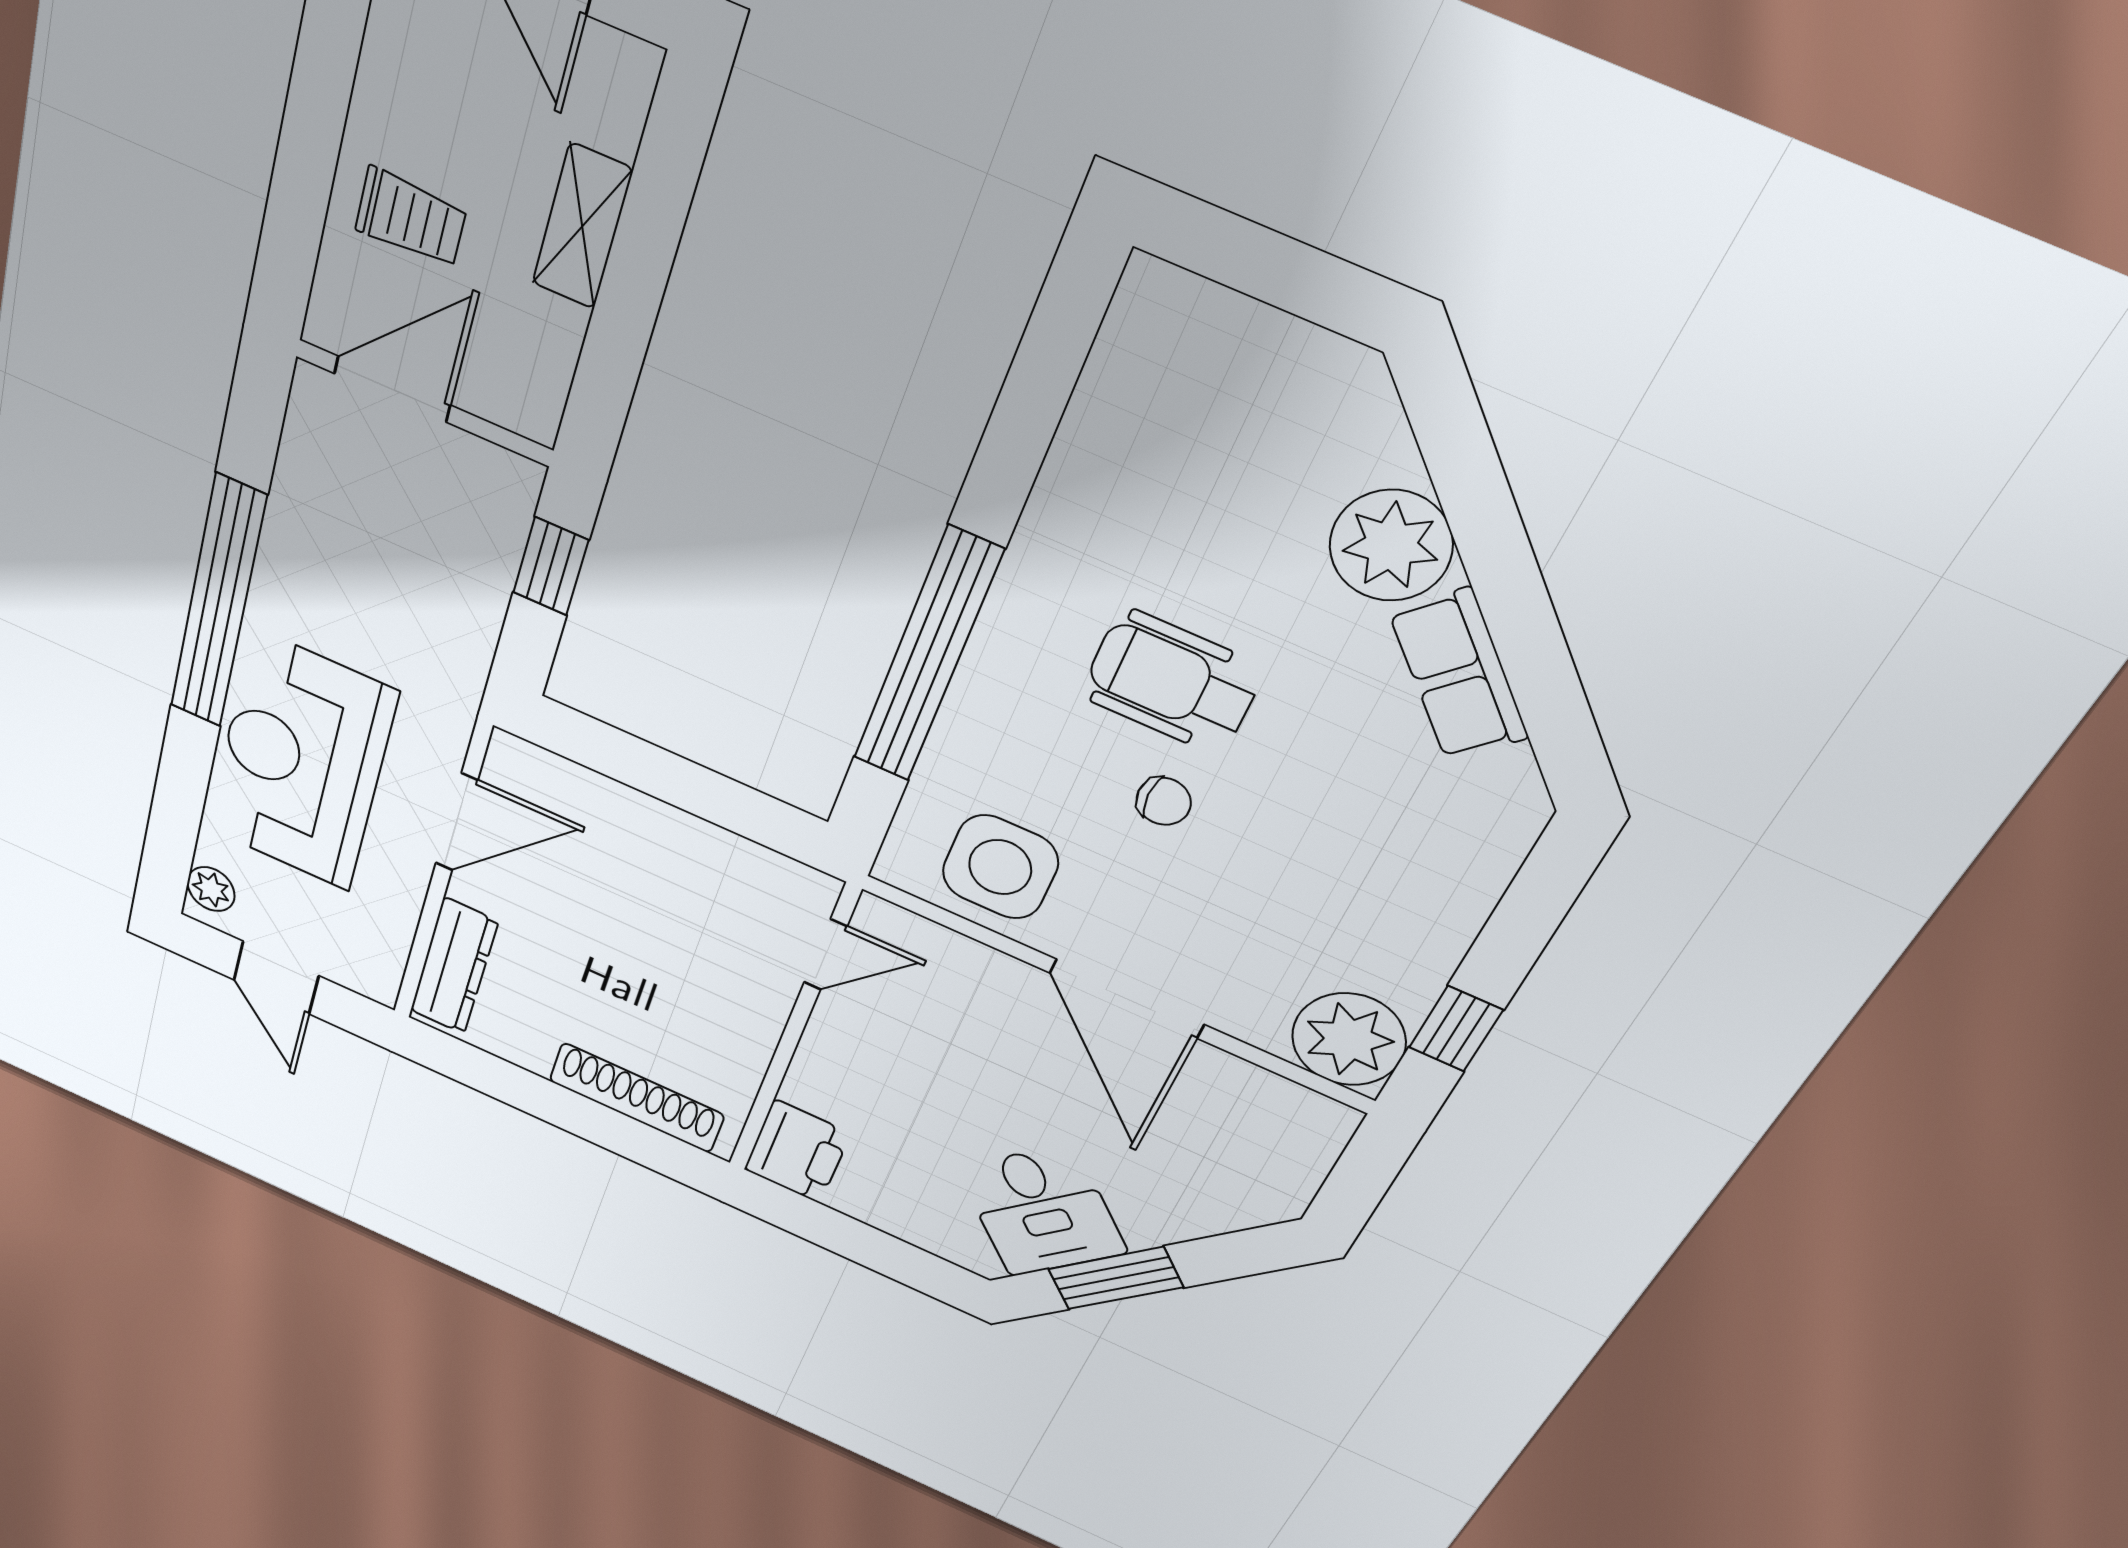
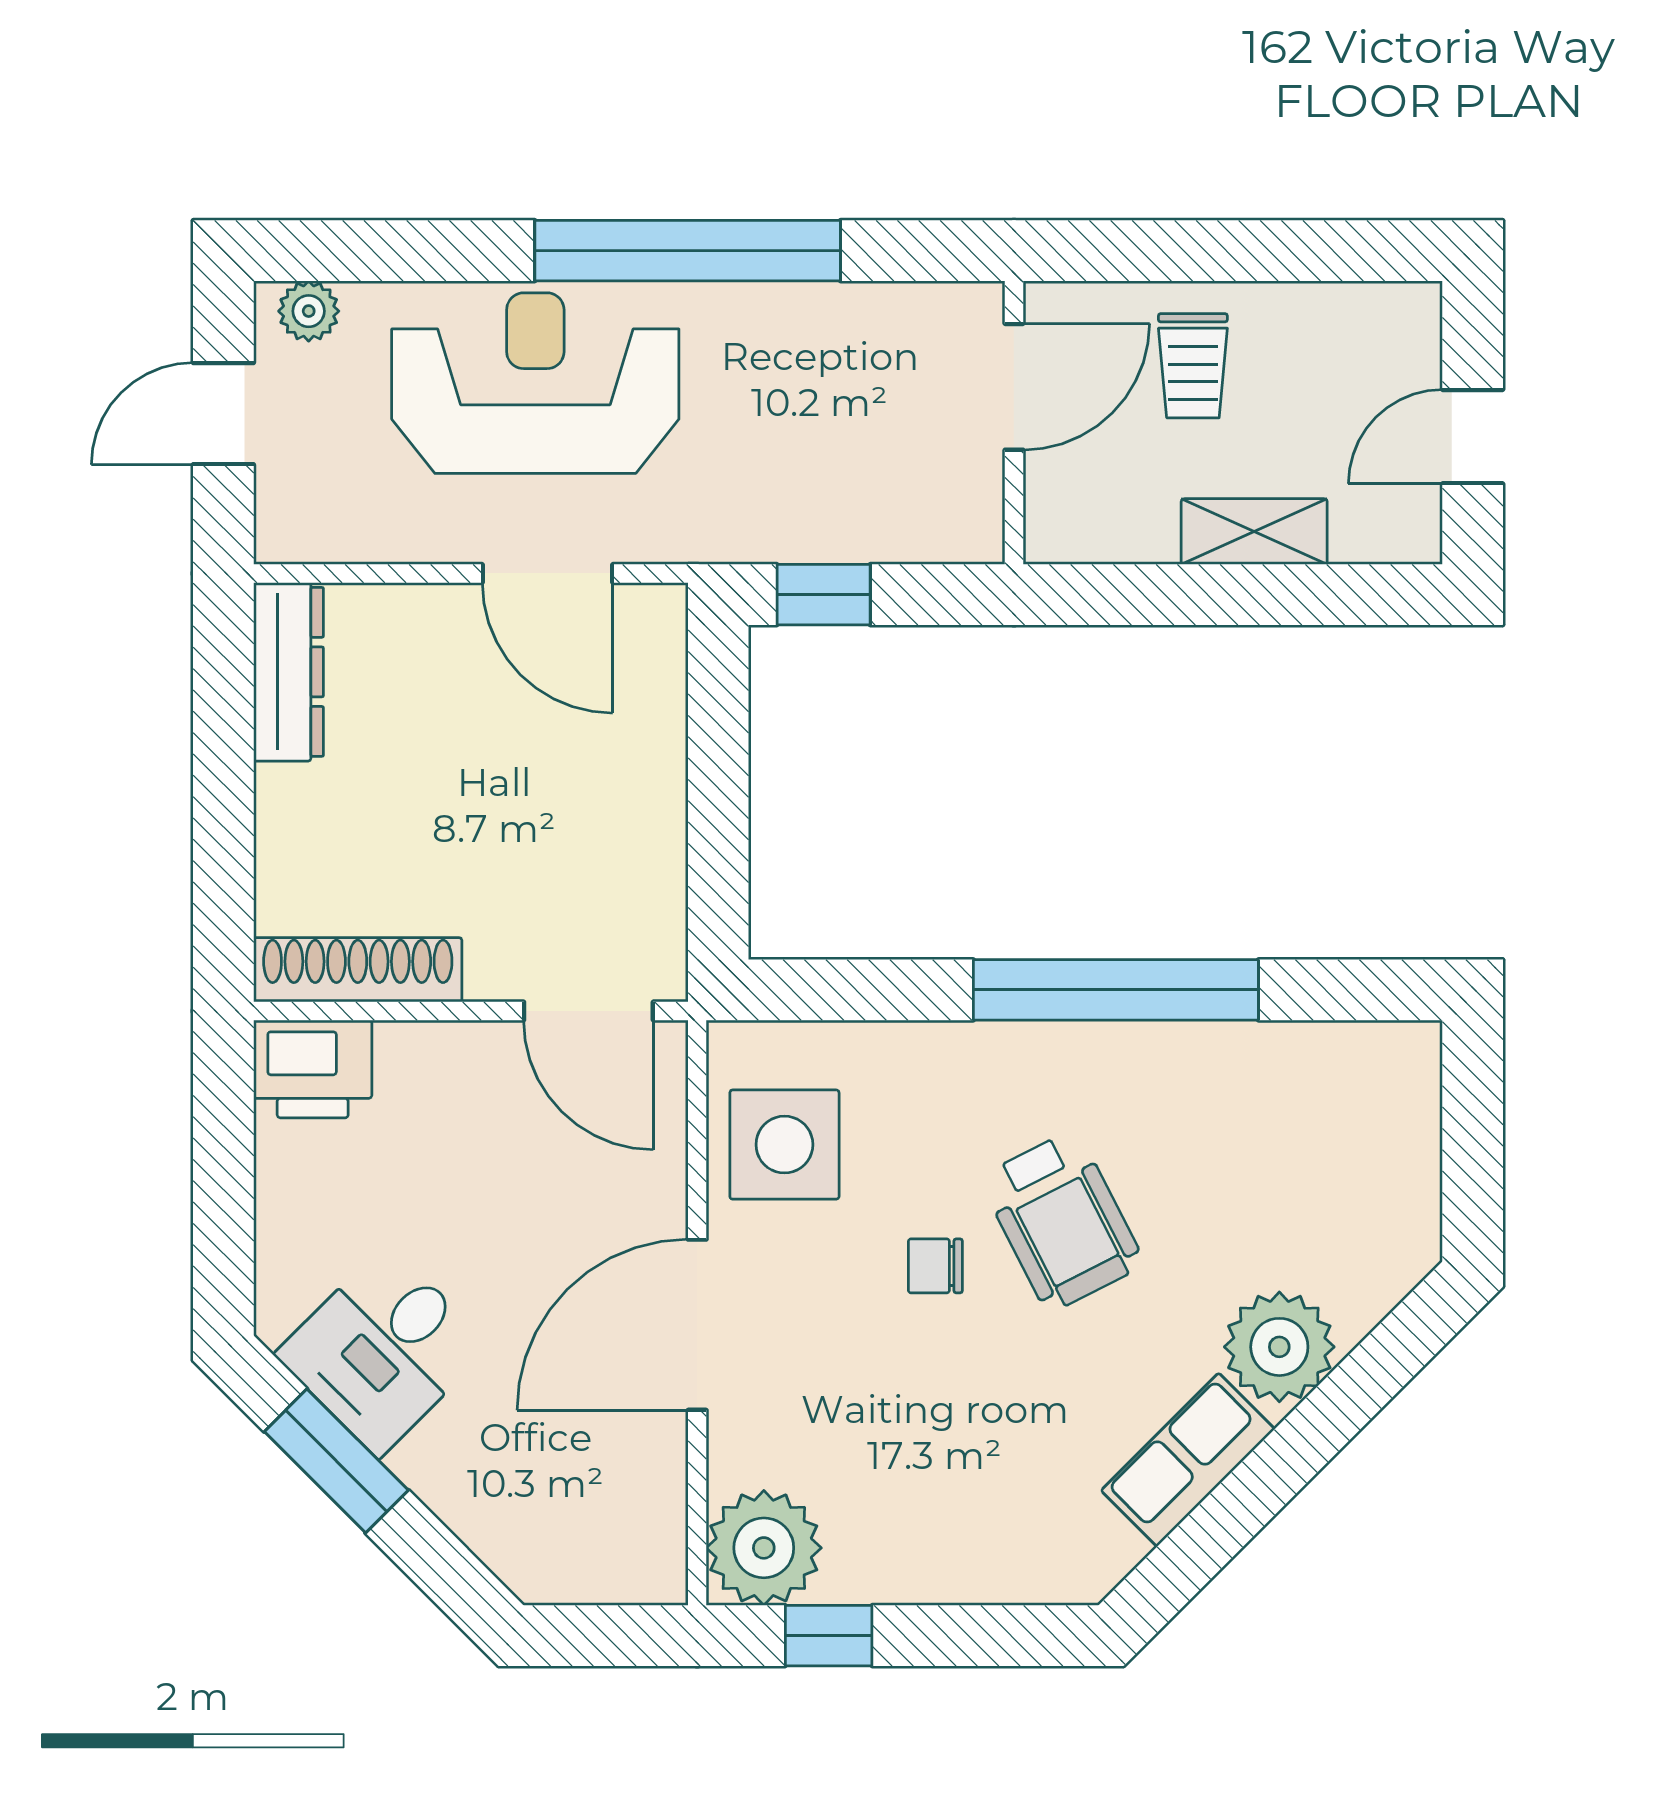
door: (392, 389) -> (1014, 387), hinge flipped
window: (551, 566) -> (824, 595), moved
window: (927, 656) -> (1116, 990), moved
wheelchair: (1172, 682) -> (1062, 1221), turned 153
chair: (1164, 801) -> (935, 1266), turned 90
door: (825, 954) -> (588, 1011), width x1.38
dresser: (454, 966) -> (289, 672), moved, turned -90
shoe rack: (637, 1098) -> (358, 970), moved, turned -90

